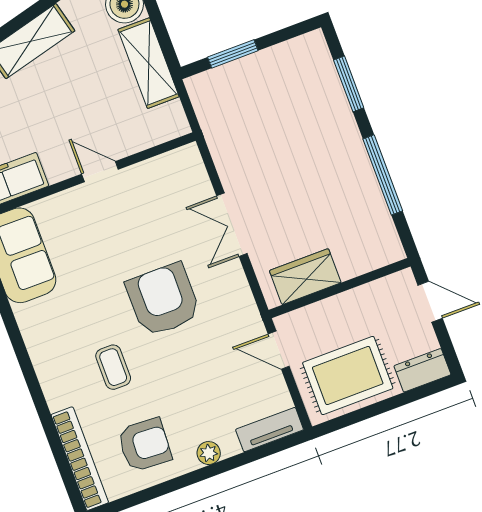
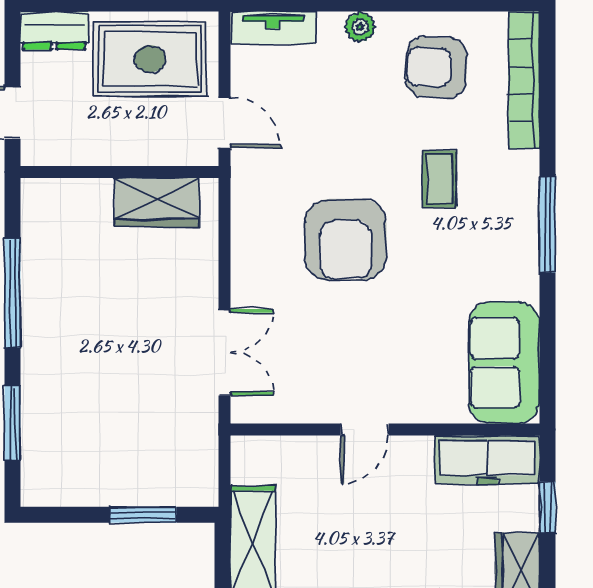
door: (100, 172) -> (365, 430), hinge flipped
double door: (232, 225) -> (224, 352), moved
window: (26, 364) -> (547, 224), added

